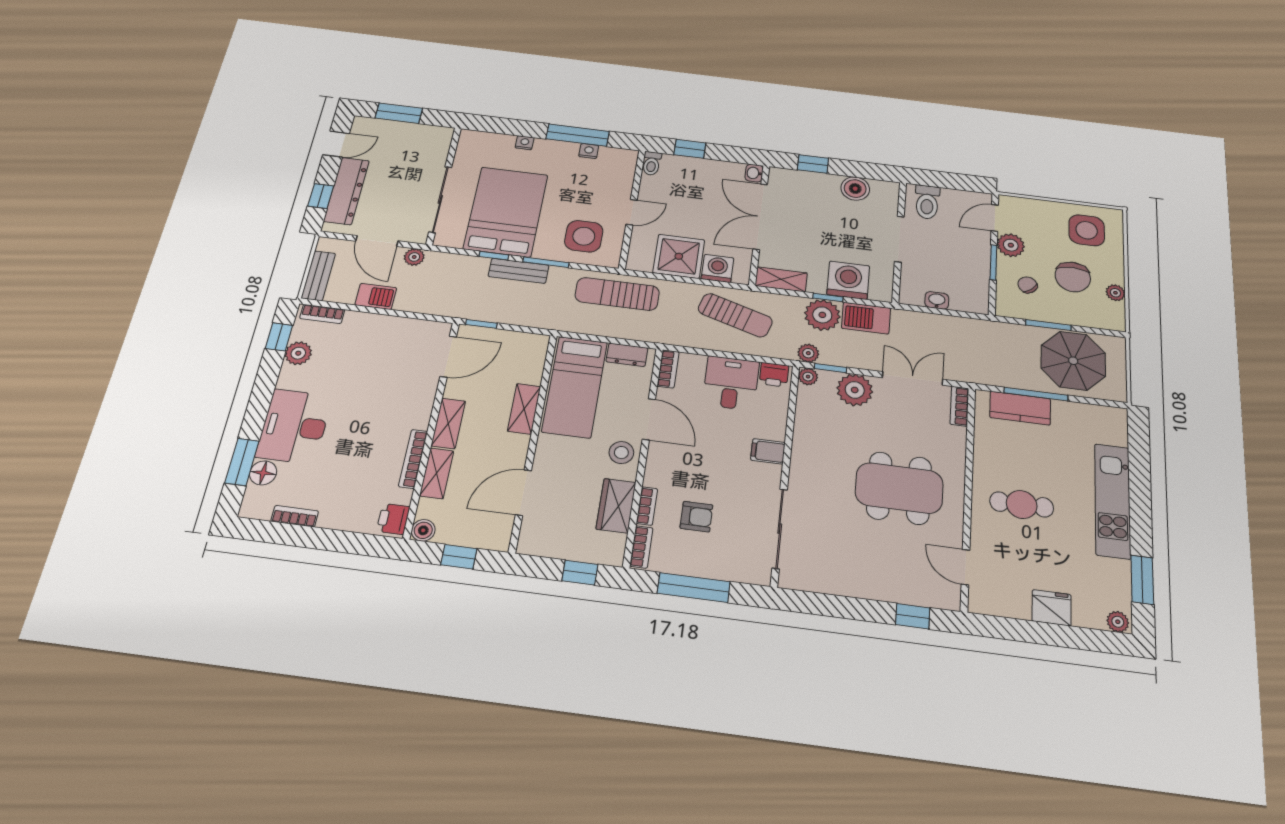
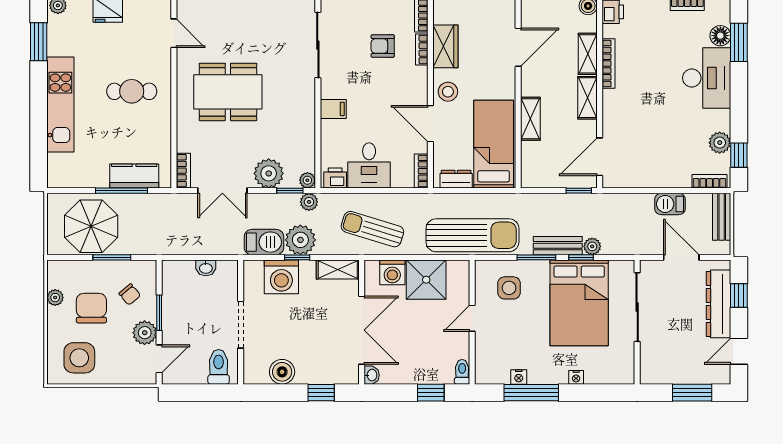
side table: (584, 236) -> (509, 288), width x0.73, depth x0.73
plant: (414, 257) -> (592, 246), moved
sun lounger: (617, 294) -> (472, 235), width x1.36, depth x1.34

